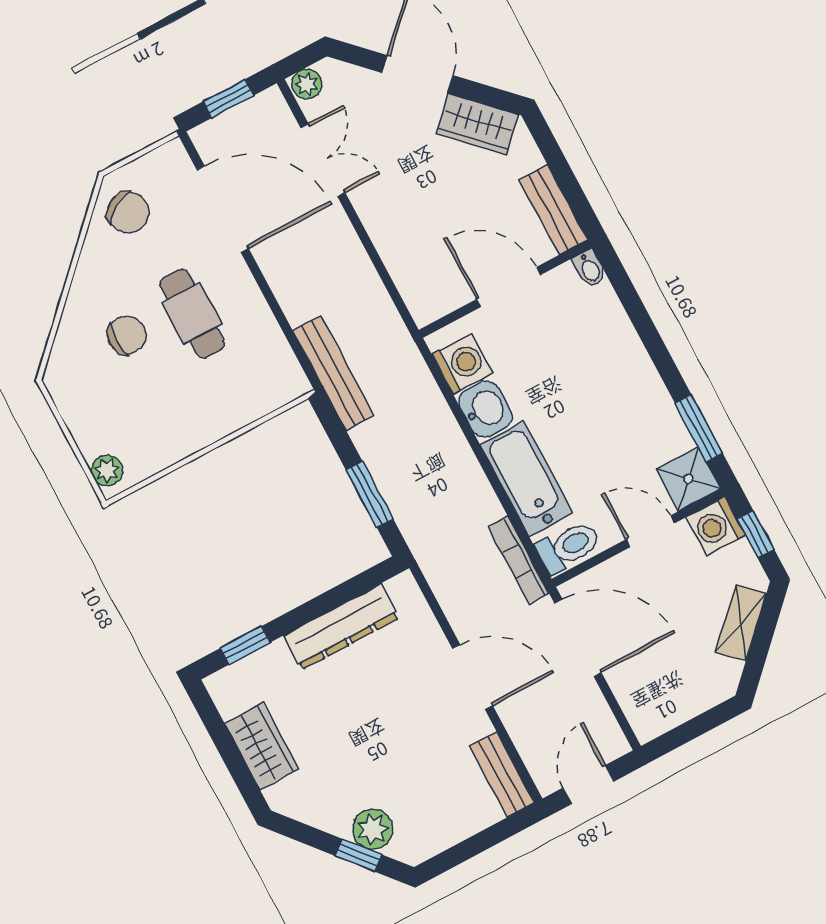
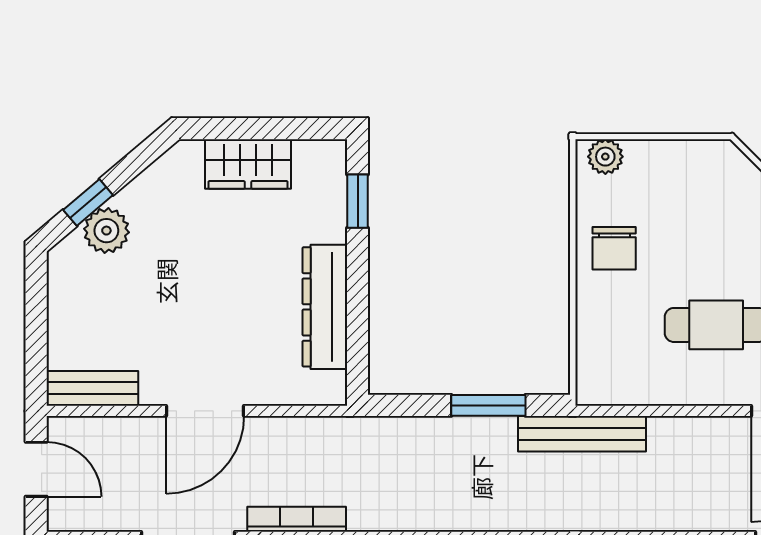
chair: (127, 335) -> (614, 248), moved
window: (370, 494) -> (488, 405), moved

